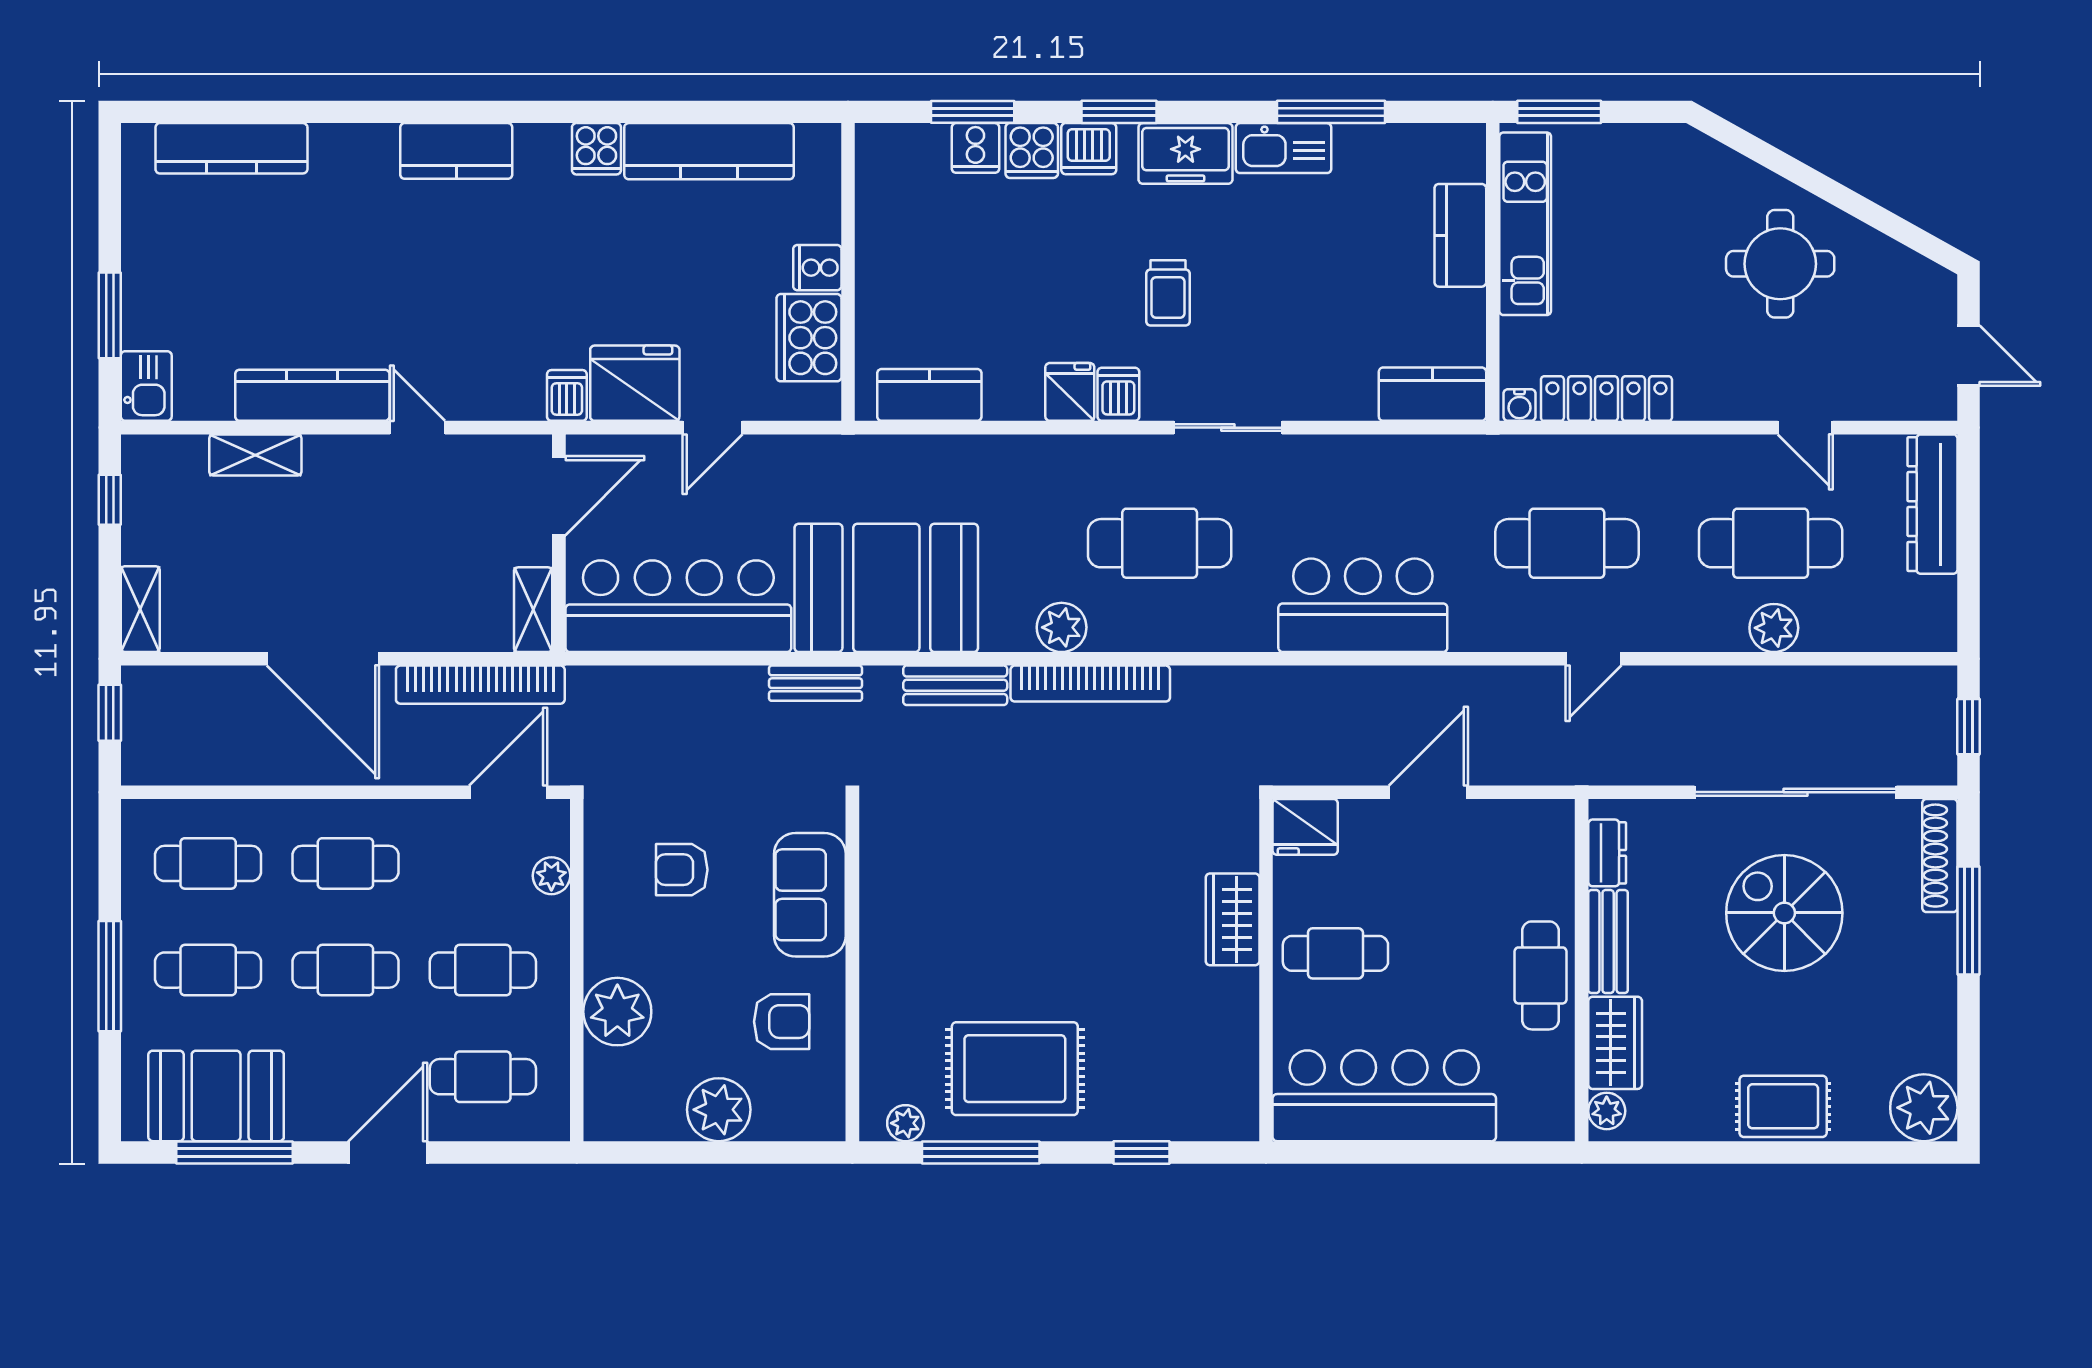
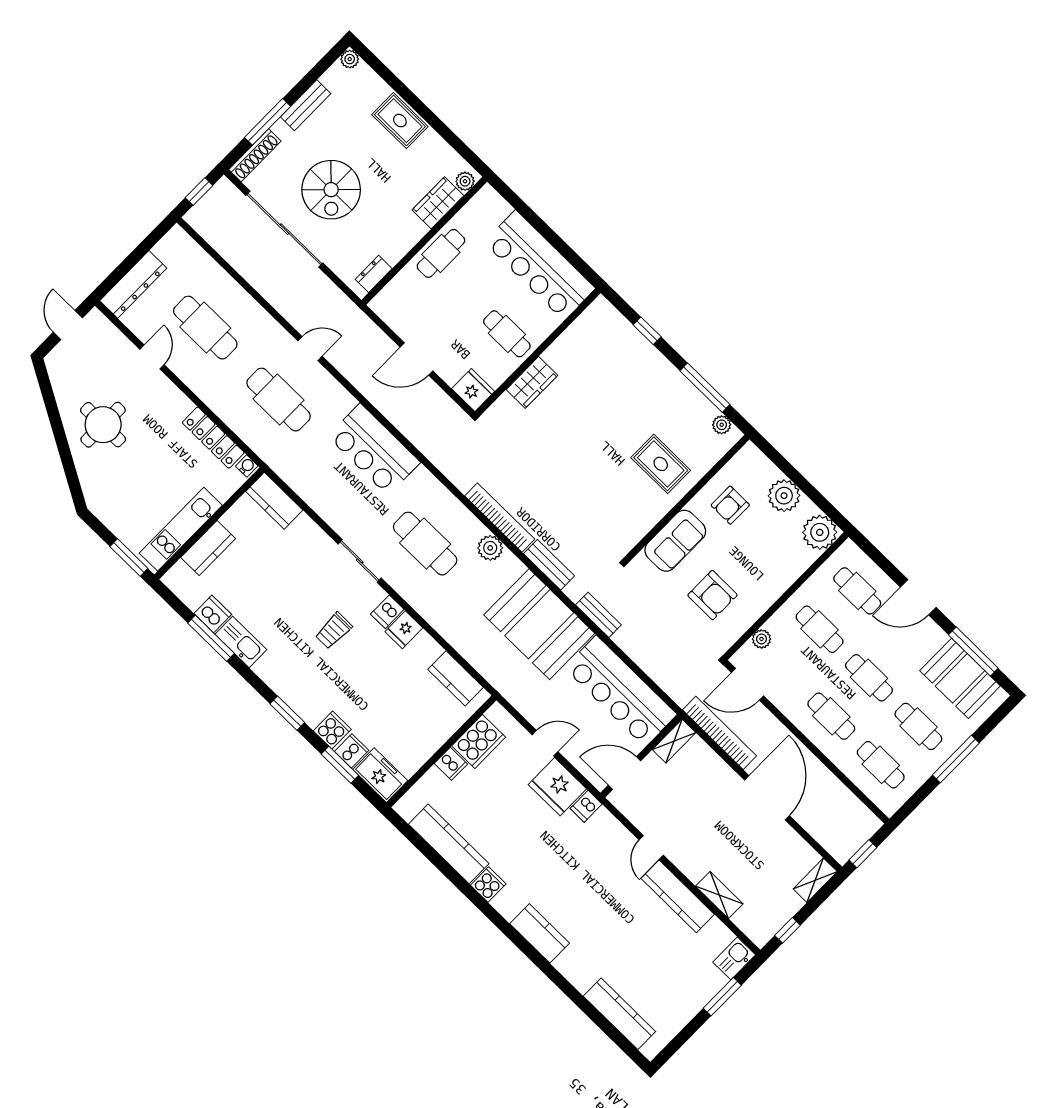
dishwasher: (1089, 149) -> (213, 614), moved
freezer: (1185, 153) -> (380, 775), moved
trolley: (1168, 293) -> (334, 631), turned 180
plant: (1774, 628) -> (234, 296), removed
armchair: (682, 870) -> (712, 595), width x1.38, depth x1.38
bench: (1608, 942) -> (306, 105), moved
plant: (617, 1012) -> (820, 532), moved
armchair: (782, 1022) -> (730, 505), turned -90
rug: (1015, 1069) -> (661, 464), moved, width x0.73, depth x0.70
plant: (1924, 1108) -> (350, 59), width x0.53, depth x0.53

